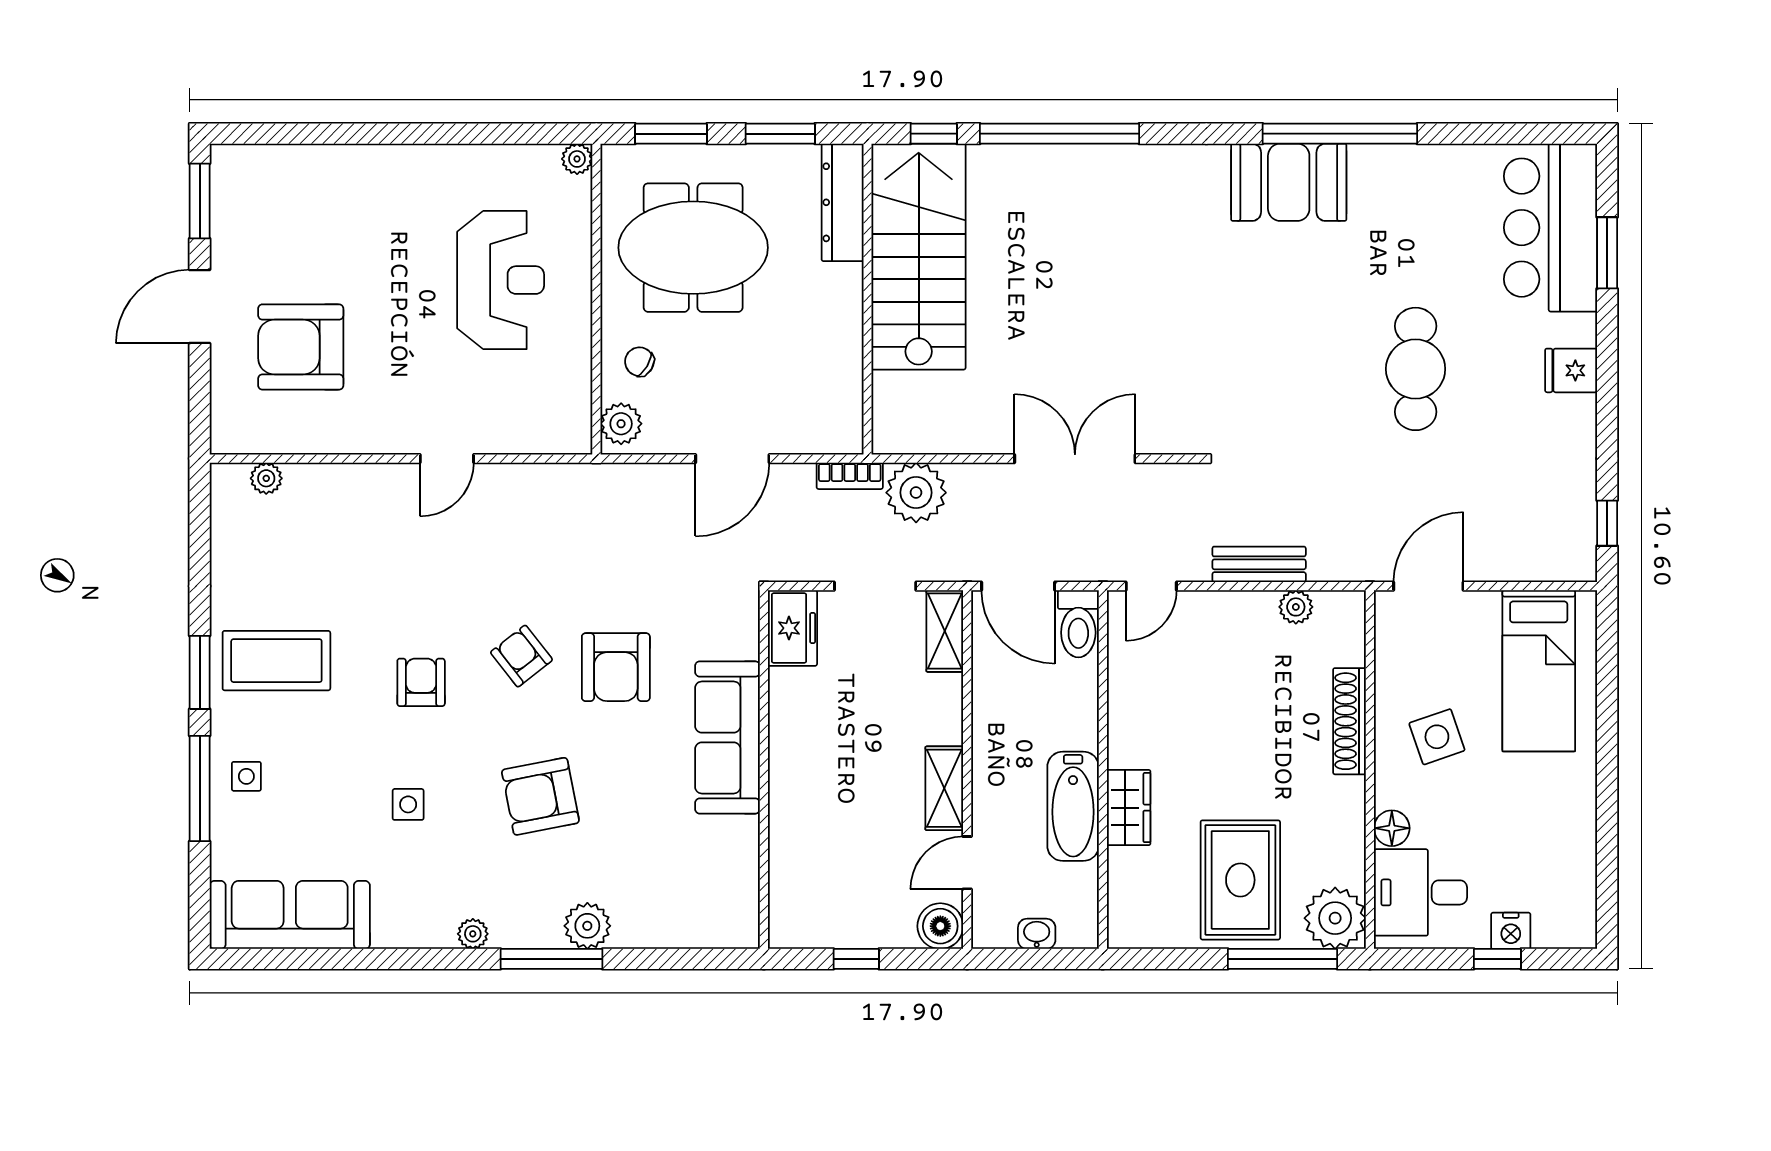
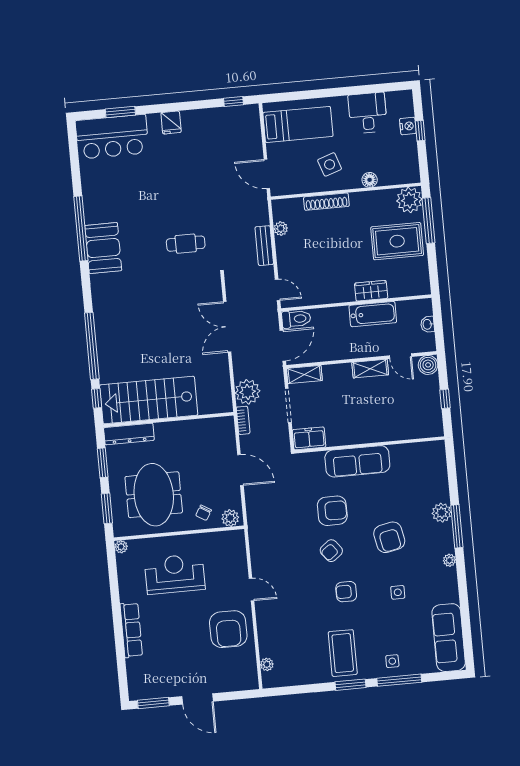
row of seats: (377, 165) -> (131, 630), added
armchair: (301, 347) -> (228, 629), moved
cafe table: (1416, 369) -> (186, 244), moved, width x0.73, depth x0.74
desk: (1420, 892) -> (368, 113), moved, turned 180

